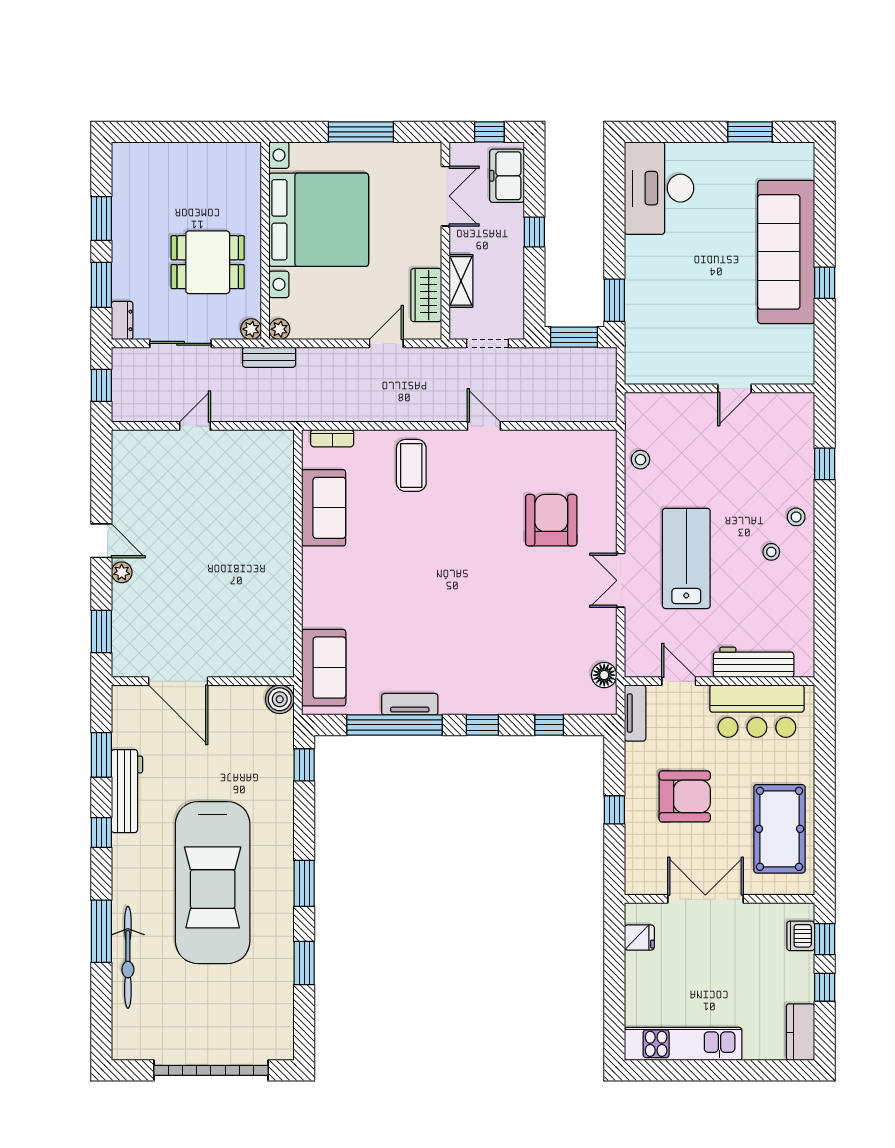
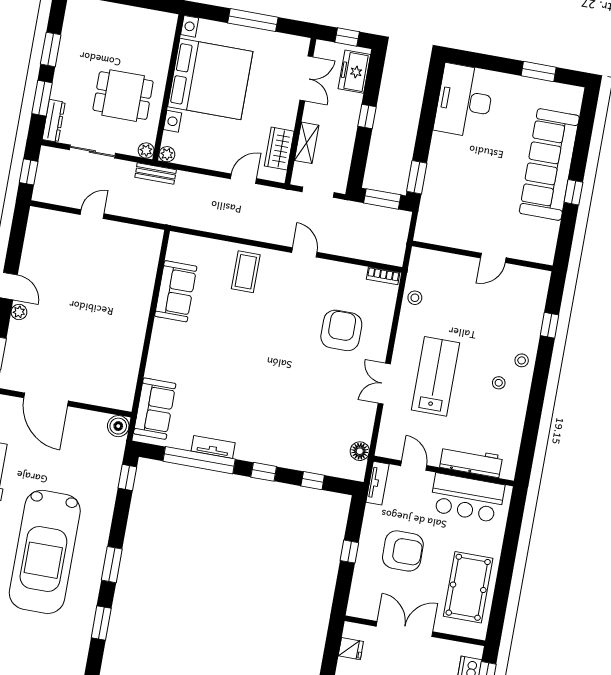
dresser: (122, 320) -> (54, 121), width x1.44
bookcase: (332, 438) -> (383, 276), moved

